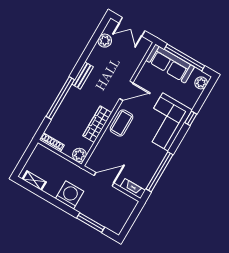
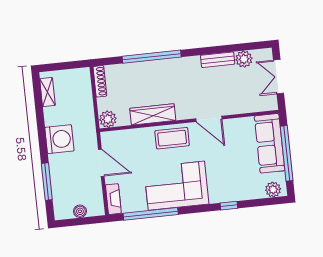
bench: (83, 75) -> (218, 60), moved
corner sofa: (166, 122) -> (176, 186), moved
boiler: (125, 215) -> (80, 211), added

